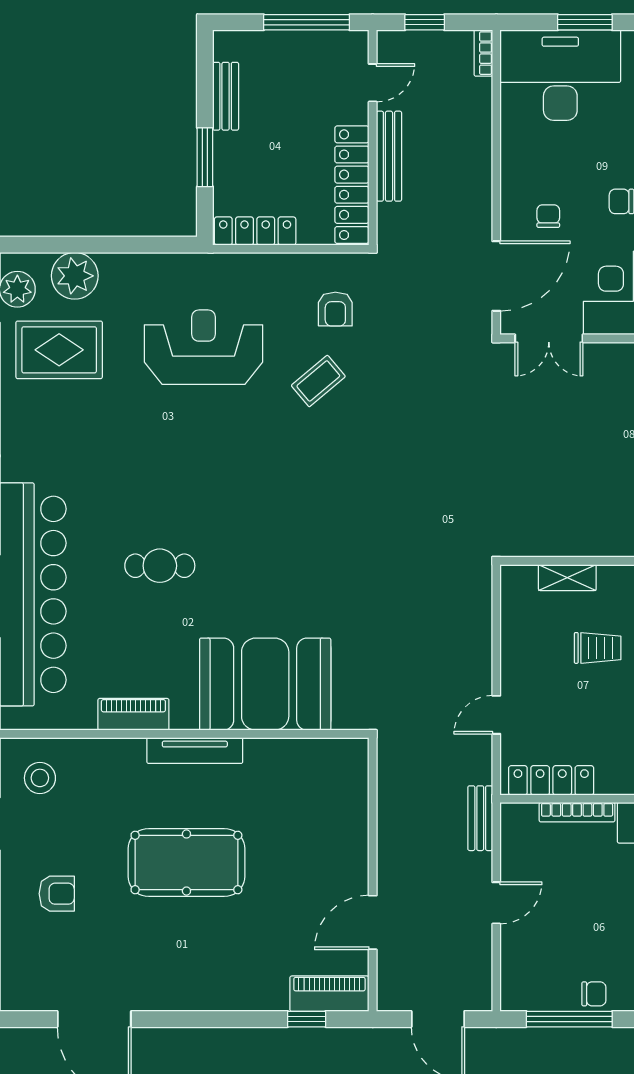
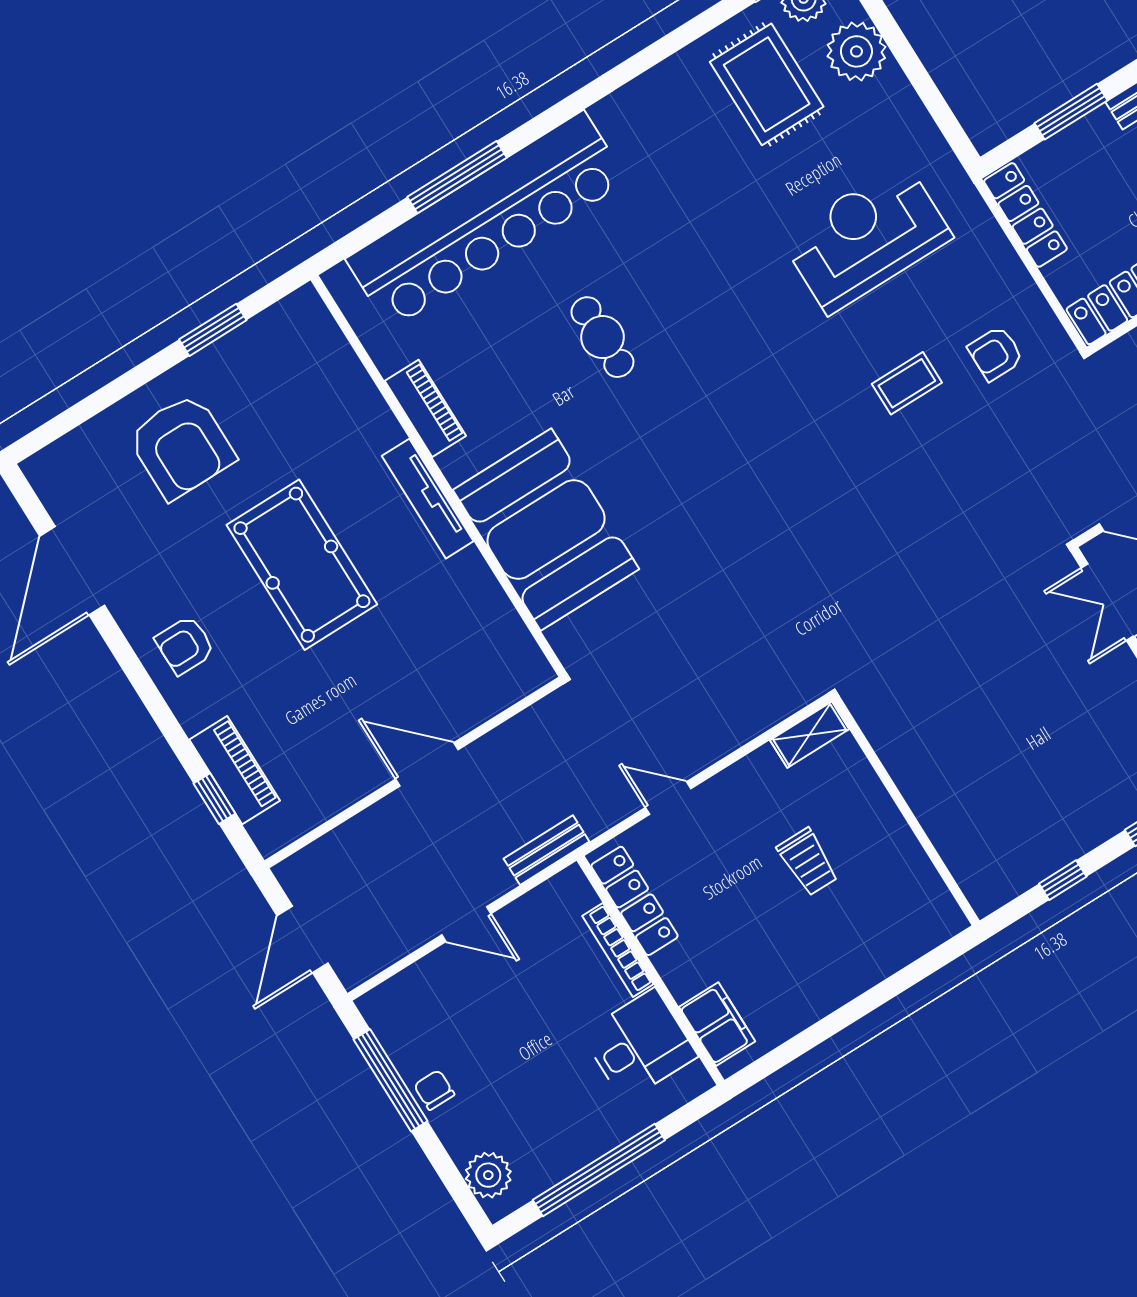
reception desk: (203, 347) -> (866, 237), turned -90
coffee table: (318, 381) -> (907, 383), turned -50
shelving: (567, 578) -> (810, 735), moved, turned 90
stool: (40, 778) -> (294, 351), removed
armchair: (57, 894) -> (181, 446), width x1.88, depth x1.88
door: (373, 922) -> (427, 764), moved
armchair: (191, 975) -> (185, 645), added
piano: (329, 994) -> (235, 770), moved
chair: (594, 994) -> (434, 1090), turned 180

